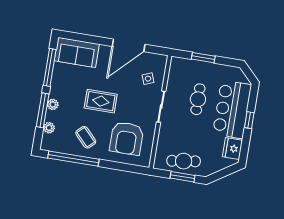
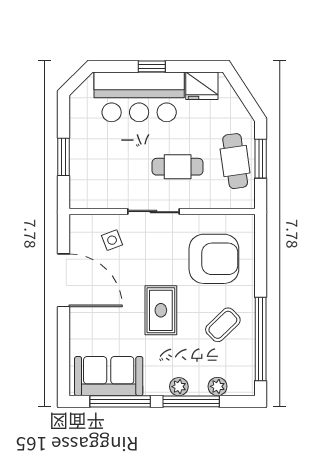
sofa: (77, 52) -> (109, 376), moved, turned -90
cafe table: (198, 99) -> (178, 167), moved

